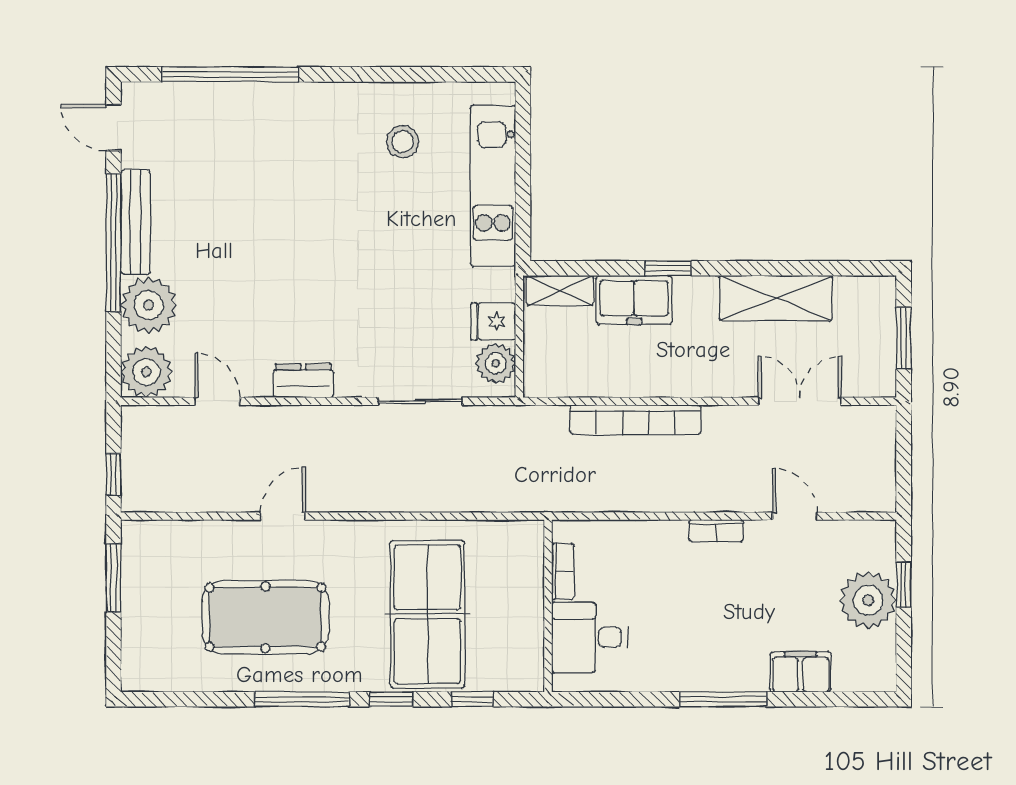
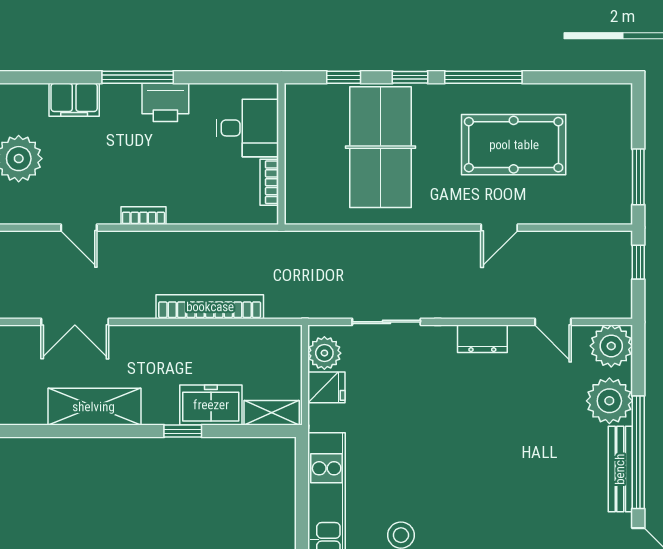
printer: (689, 669) -> (165, 102), added

